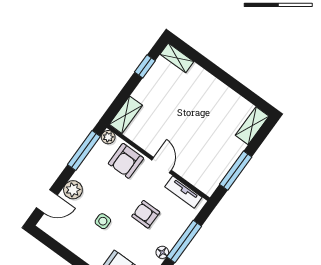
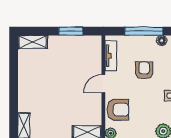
window: (236, 171) -> (71, 31), width x0.69
armchair: (146, 214) -> (144, 70), turned 180

